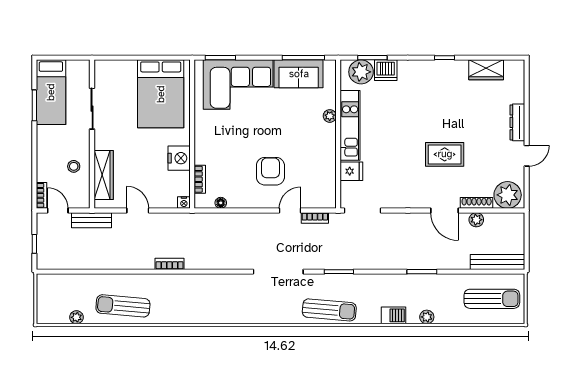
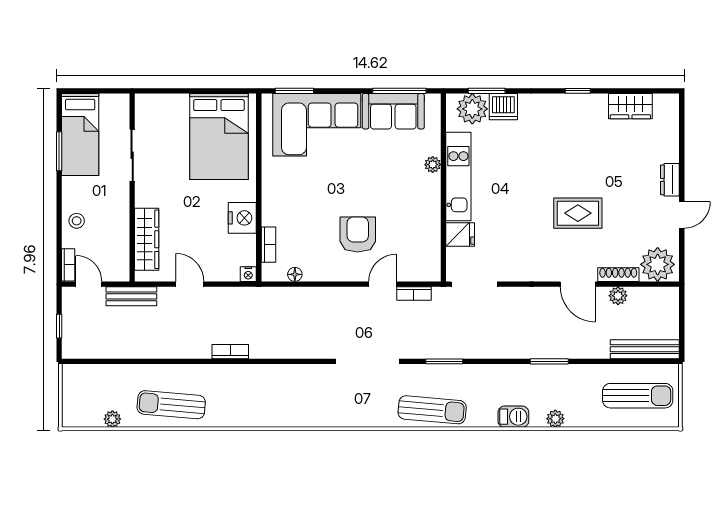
dresser: (517, 122) -> (670, 180), width x0.70
stool: (74, 166) -> (77, 221), moved

